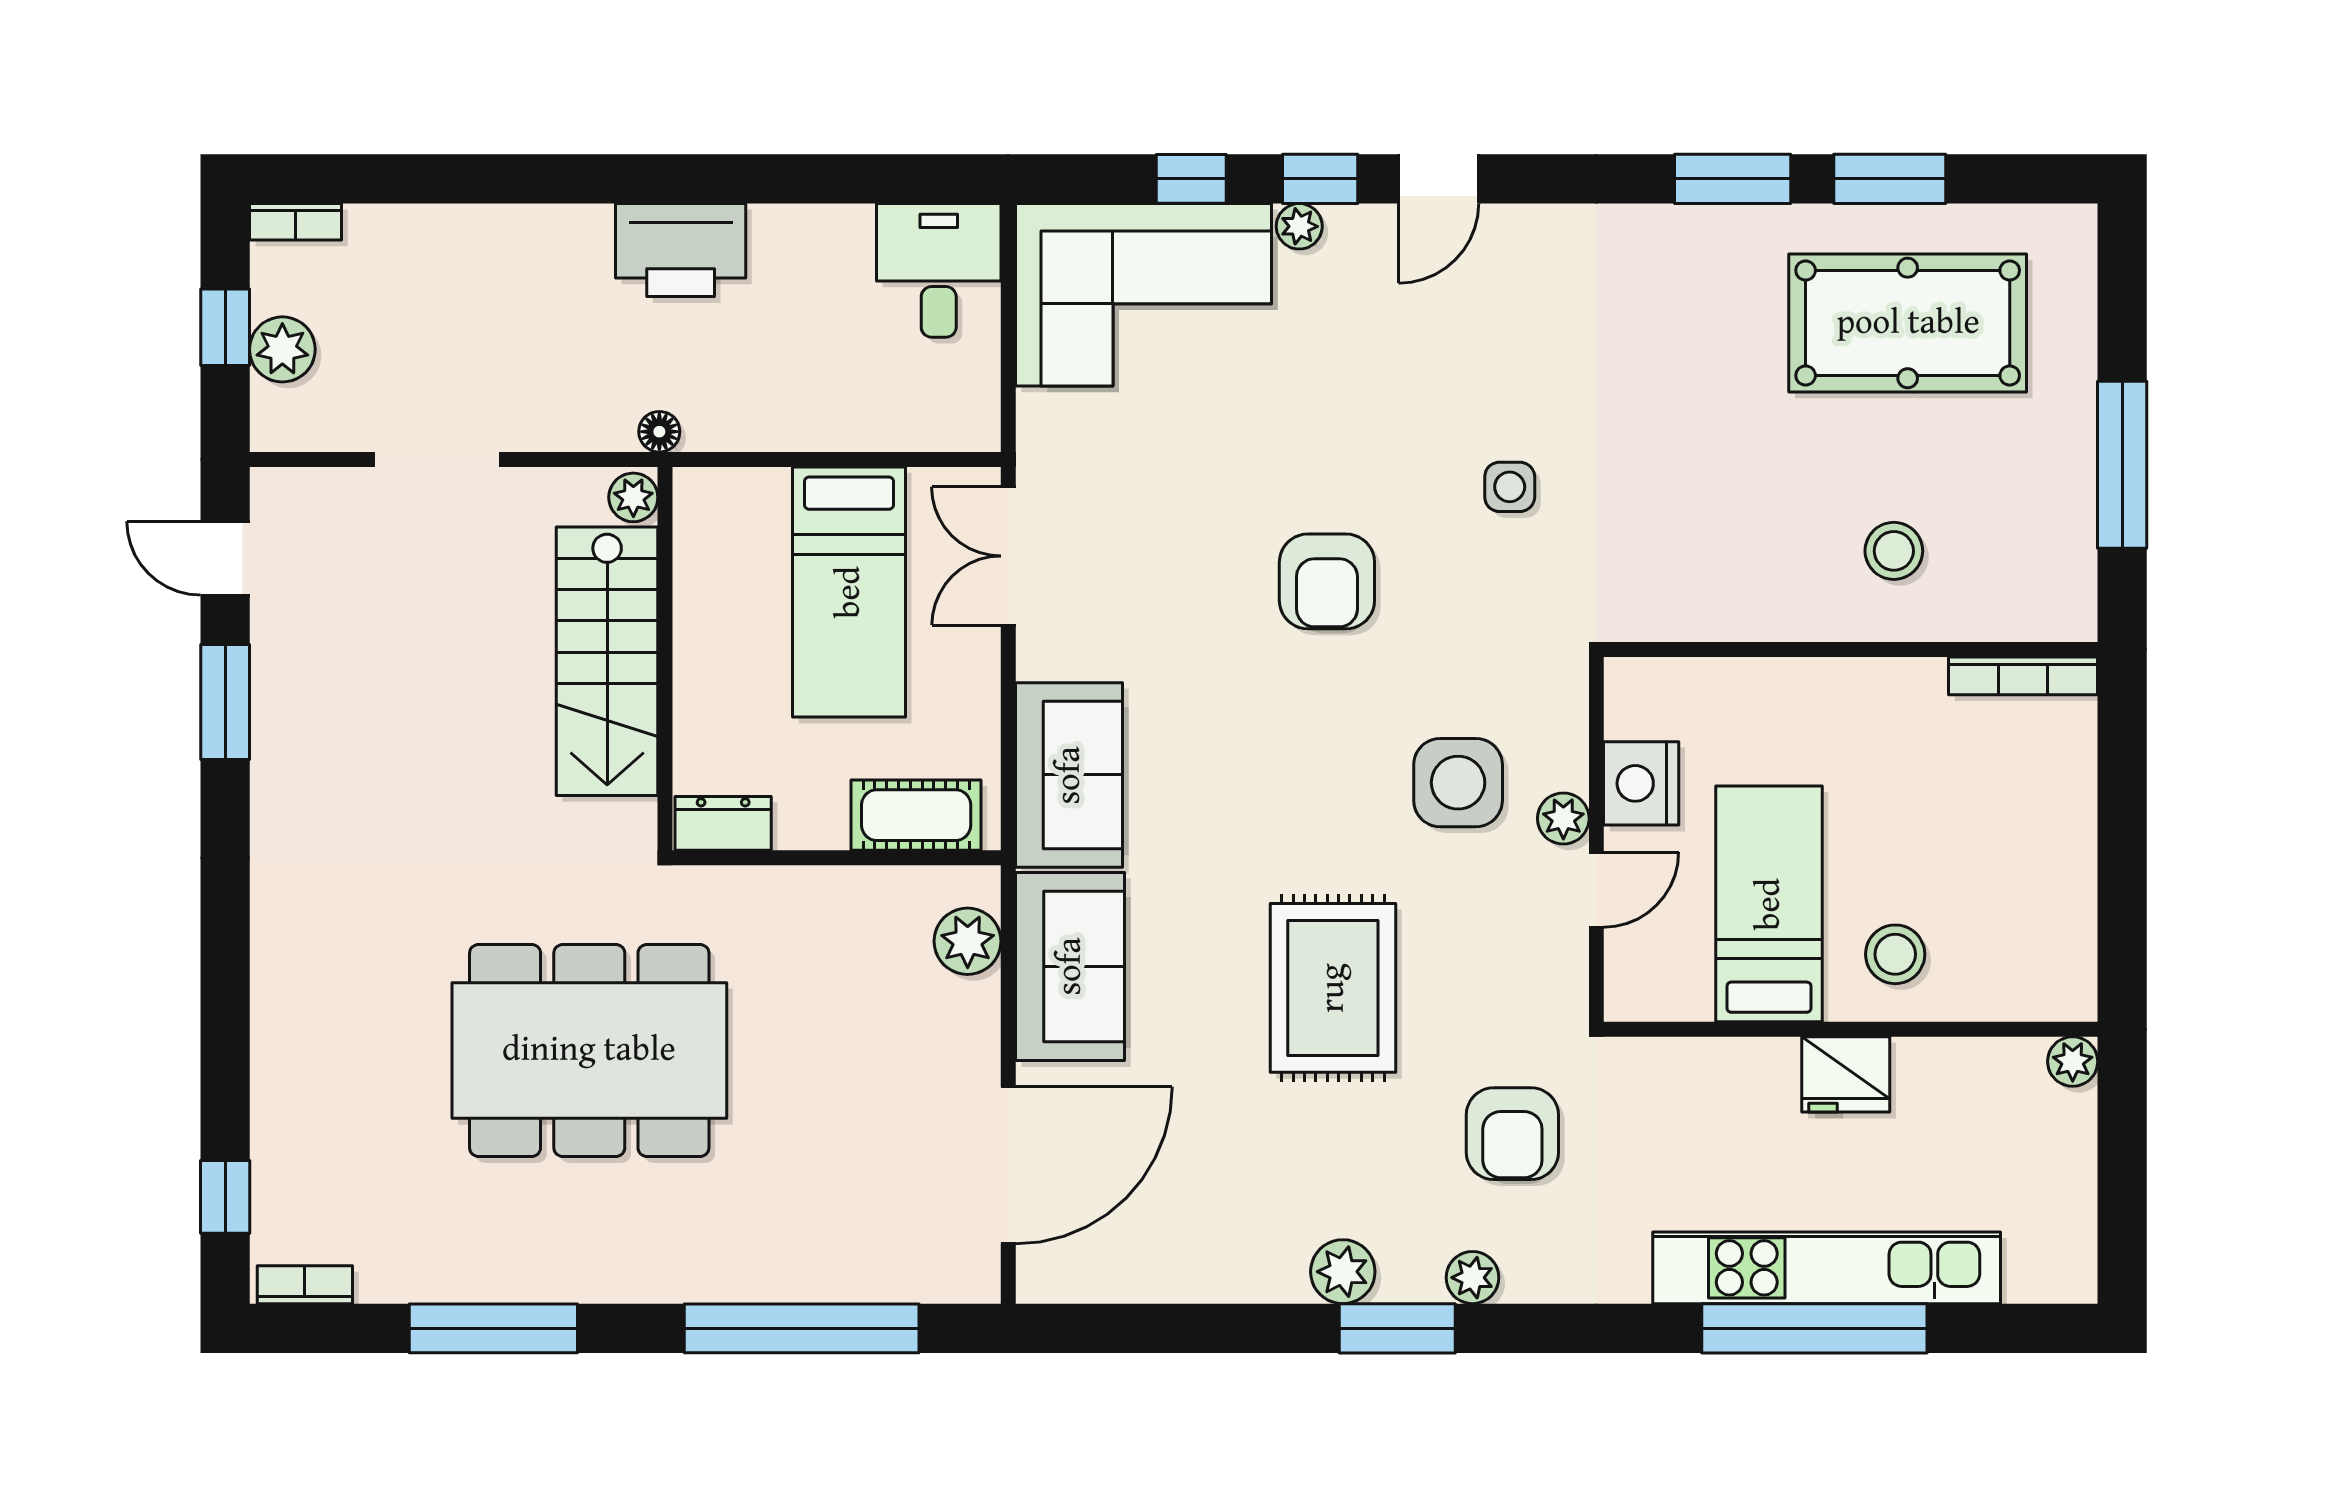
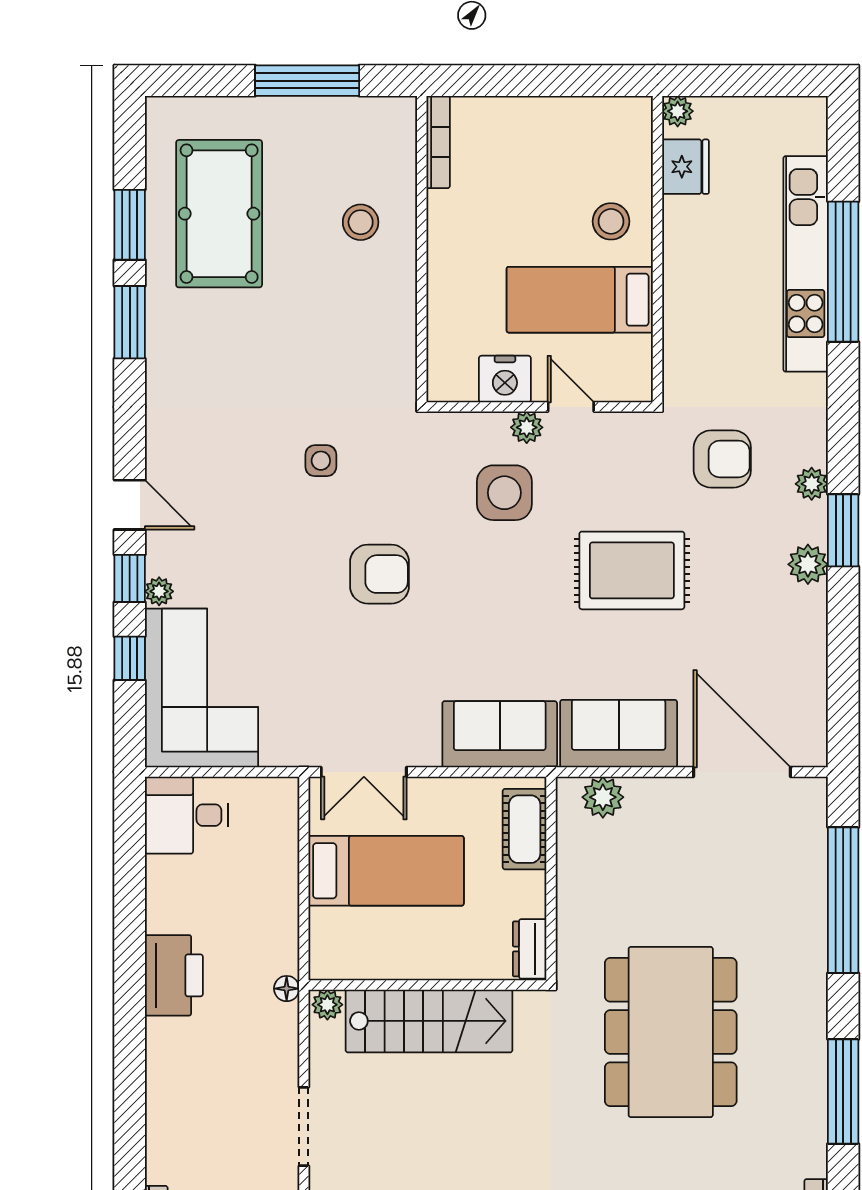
fridge: (1846, 1074) -> (686, 167), moved

